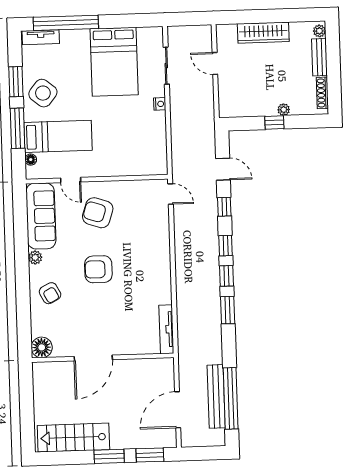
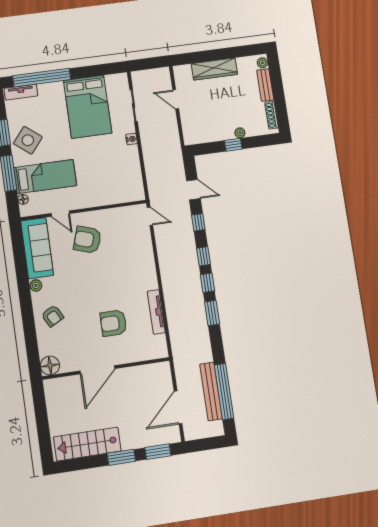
armchair: (98, 269) -> (113, 323), moved
tv unit: (166, 329) -> (156, 312), moved

